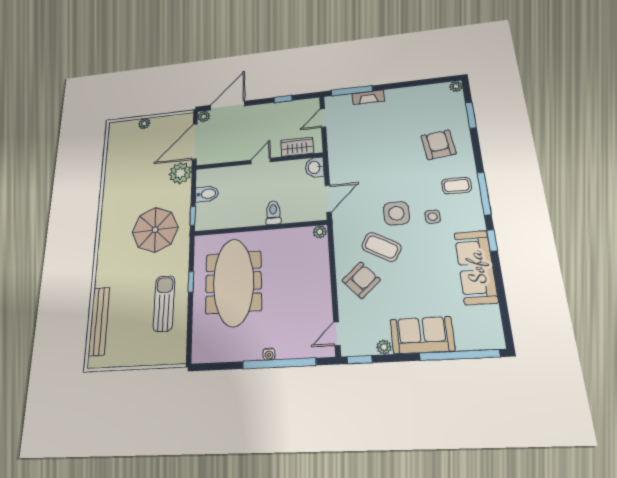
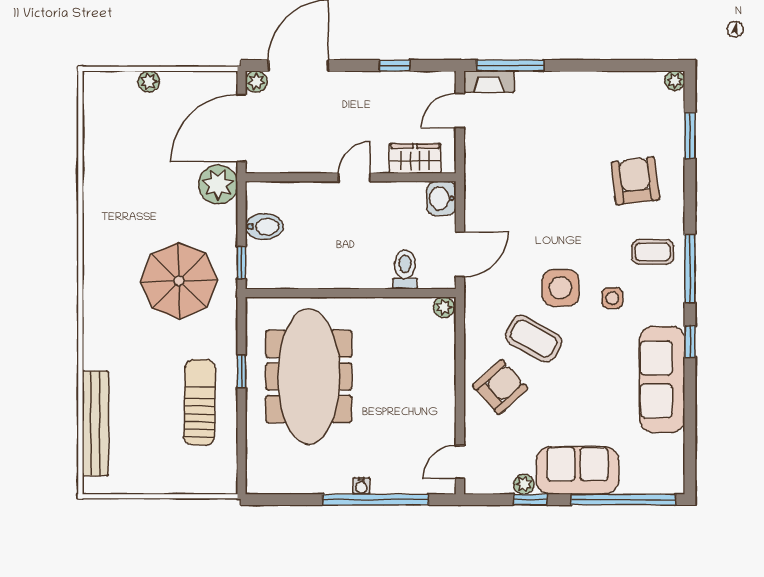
fireplace: (368, 97) -> (489, 82), moved
toilet: (273, 213) -> (405, 269), moved
window: (360, 360) -> (530, 500), moved

